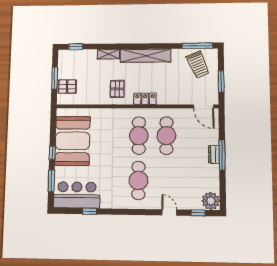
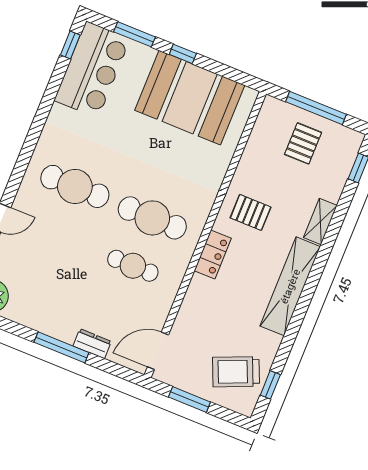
window: (197, 46) -> (270, 385), width x0.46
window: (55, 78) -> (316, 108), width x1.44
pallet: (67, 87) -> (303, 143), moved
cafe table: (166, 136) -> (133, 266), width x0.73, depth x0.74
dresser: (214, 154) -> (92, 344), moved
window: (89, 211) -> (70, 45), moved

